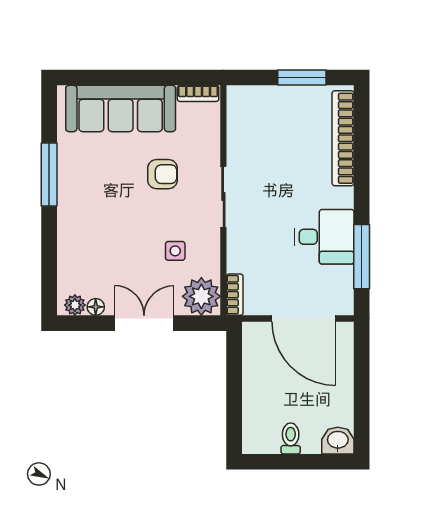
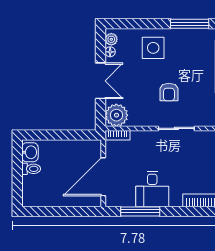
armchair: (162, 174) -> (169, 92), moved
side table: (175, 251) -> (153, 48), moved, width x1.87, depth x1.87
washbasin: (338, 441) -> (30, 152), moved

